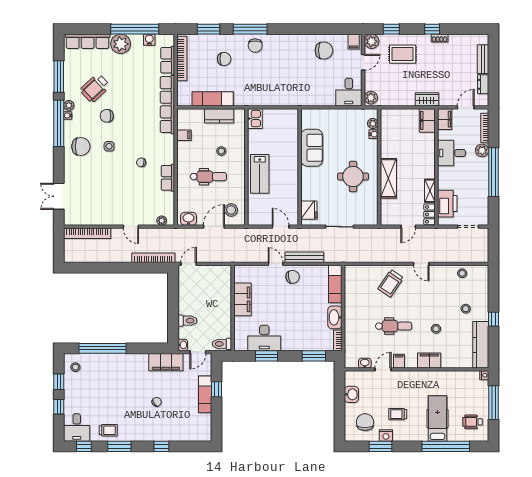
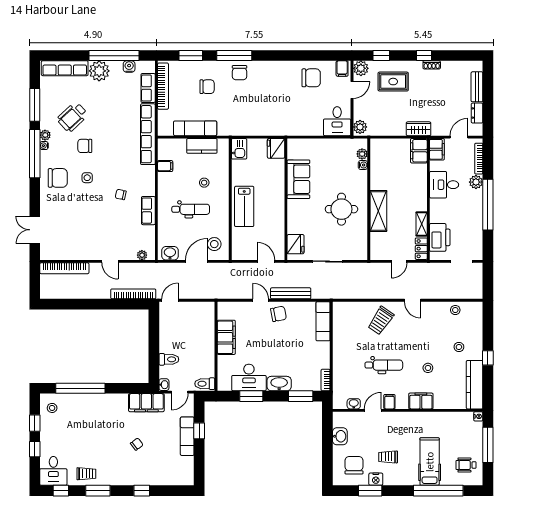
fridge: (290, 118) -> (276, 148), added
washbasin: (335, 317) -> (279, 384), moved, turned 90

